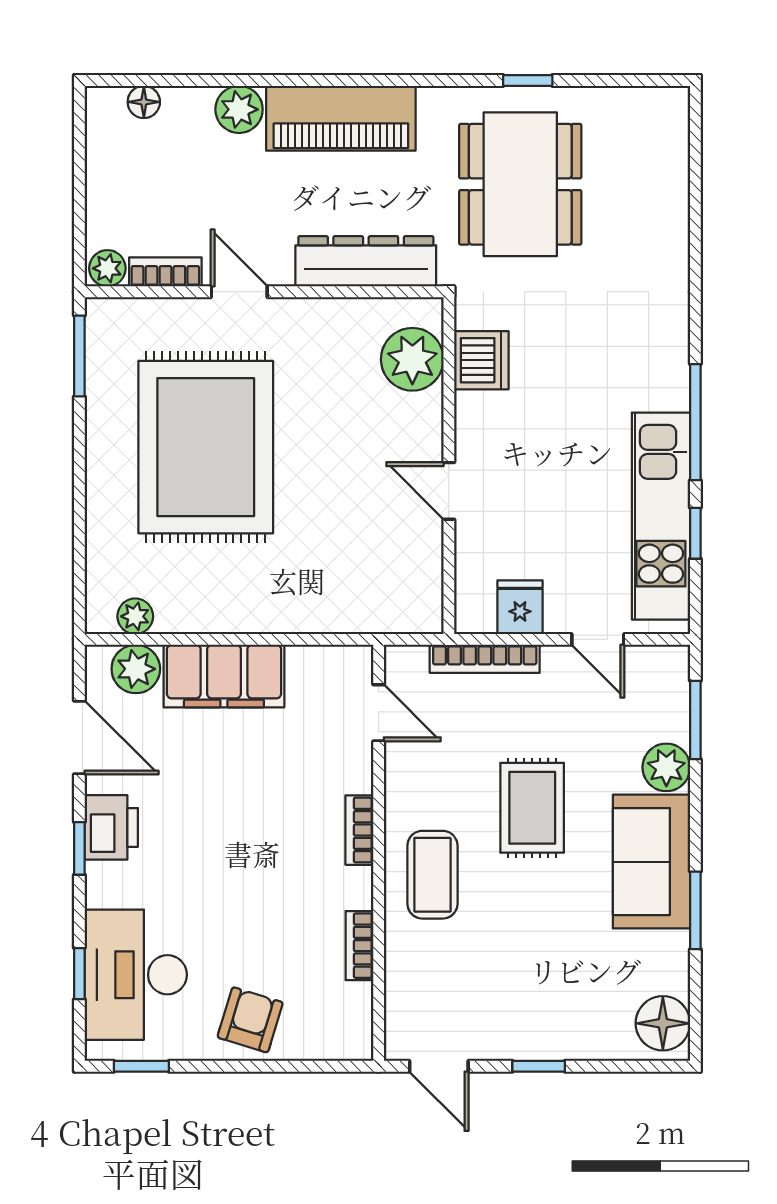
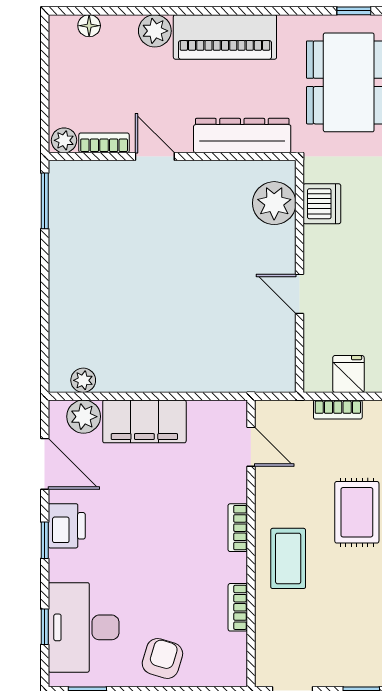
rug: (206, 447) -> (132, 264), removed
bookcase: (485, 659) -> (338, 410), width x0.64

